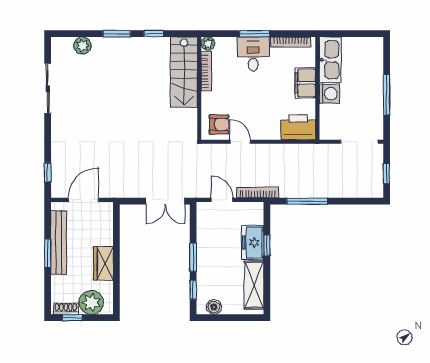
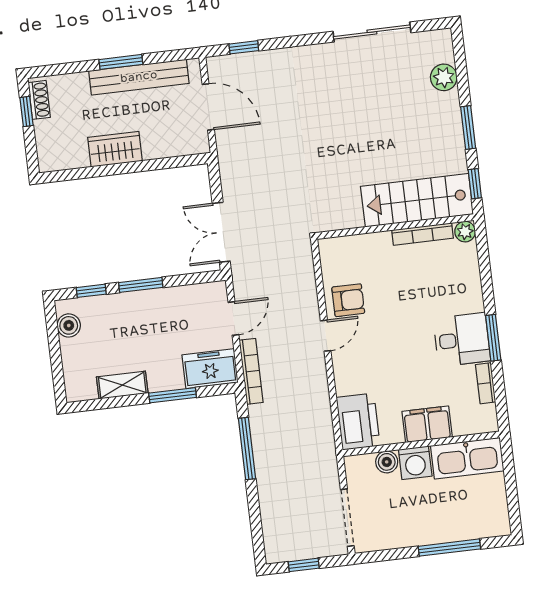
bookcase: (290, 42) -> (486, 383), width x0.64
plant: (208, 44) -> (465, 232), moved
bookcase: (206, 71) -> (423, 234), moved
stairs: (184, 72) -> (417, 200), moved
wall: (199, 88) -> (395, 227), moved
window: (387, 95) -> (449, 548), moved
boiler: (326, 112) -> (387, 462), added
armchair: (219, 124) -> (348, 300), turned -90
freezer: (253, 242) -> (210, 369), moved
window: (267, 245) -> (173, 395), width x1.50
shelving: (254, 285) -> (122, 385), width x0.67, depth x0.75
plant: (91, 302) -> (53, 138), removed

